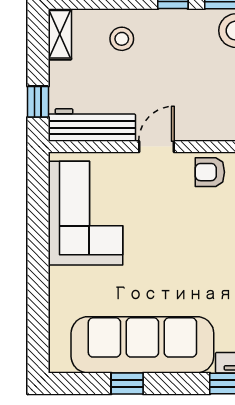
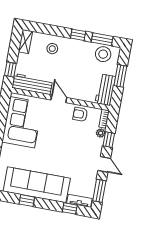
door: (156, 147) -> (59, 99), hinge flipped

